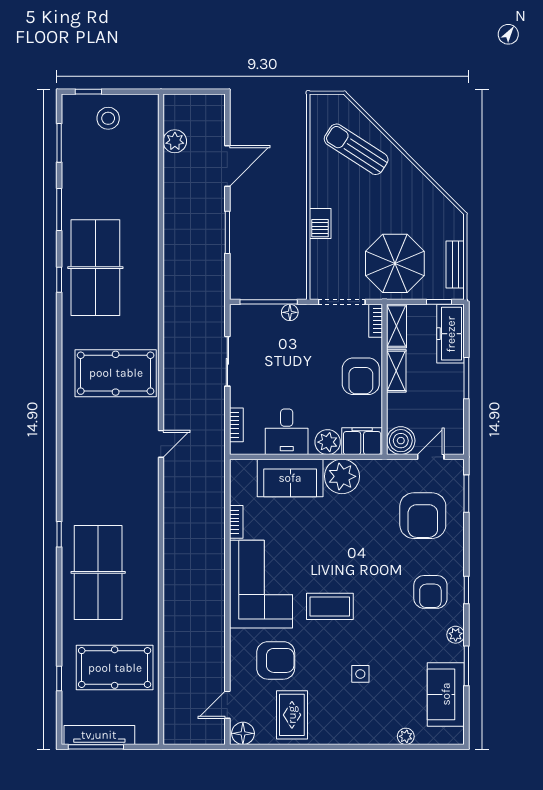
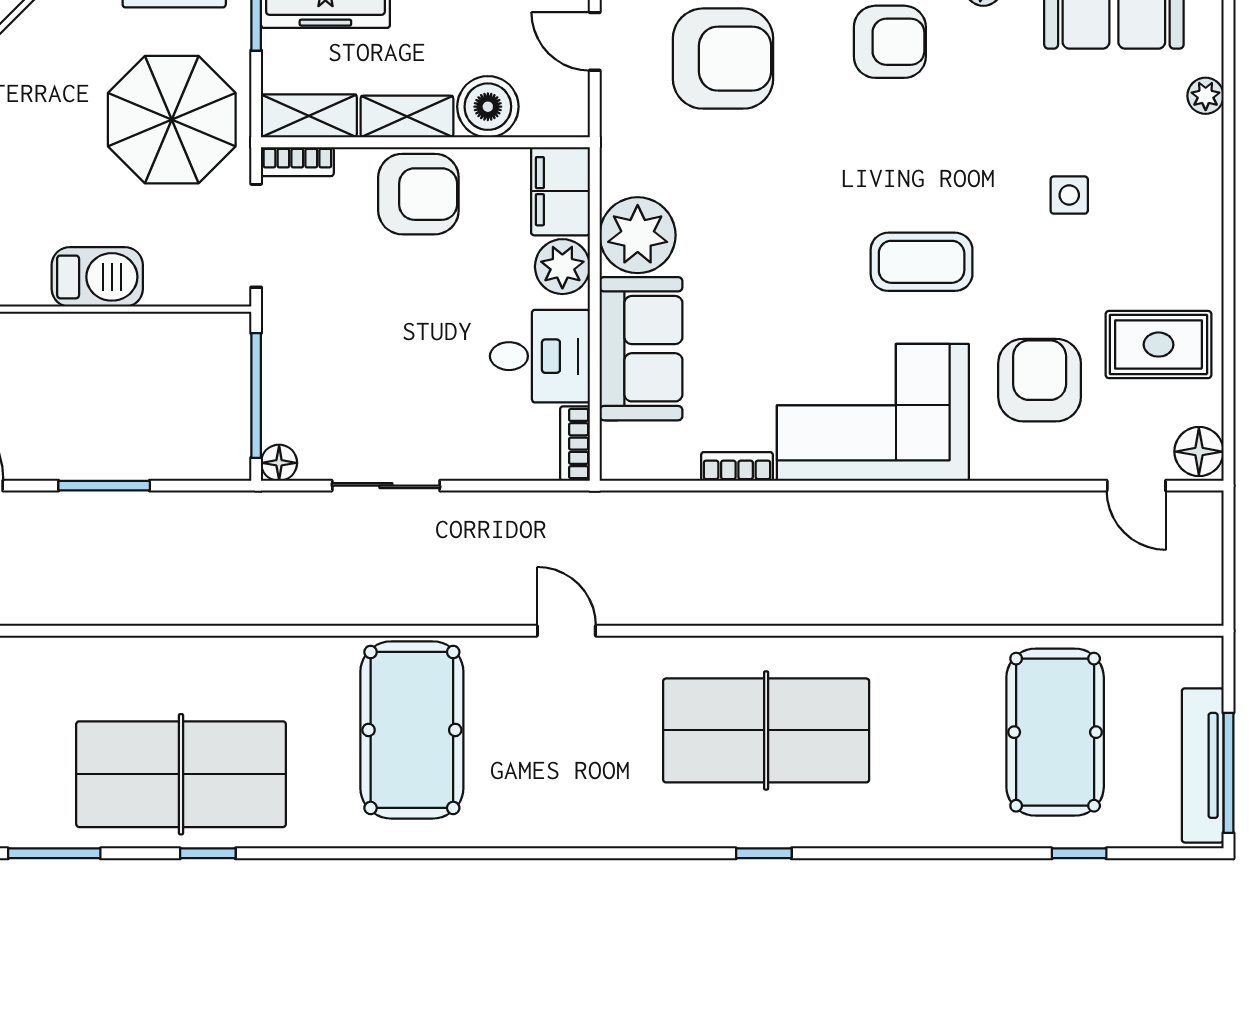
barbecue: (320, 224) -> (97, 277), width x1.38, depth x1.27
floor lamp: (290, 312) -> (279, 463), moved
bookcase: (236, 425) -> (575, 444), moved, turned -90
boiler: (401, 441) -> (488, 107), moved
table tennis table: (98, 572) -> (766, 730), moved
coffee table: (330, 606) -> (922, 262), turned 90

